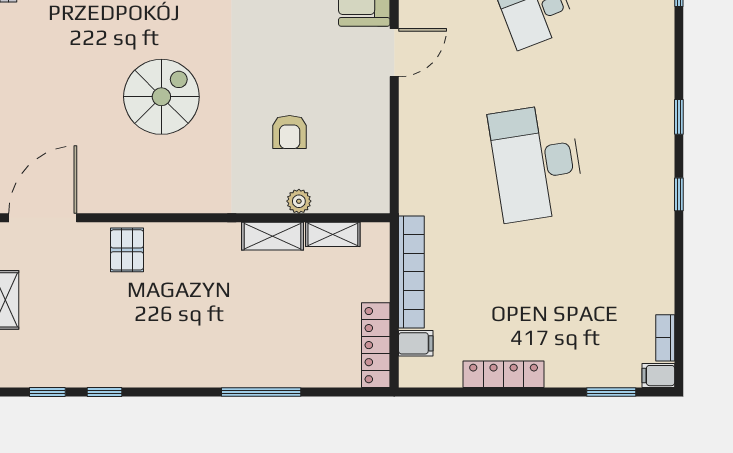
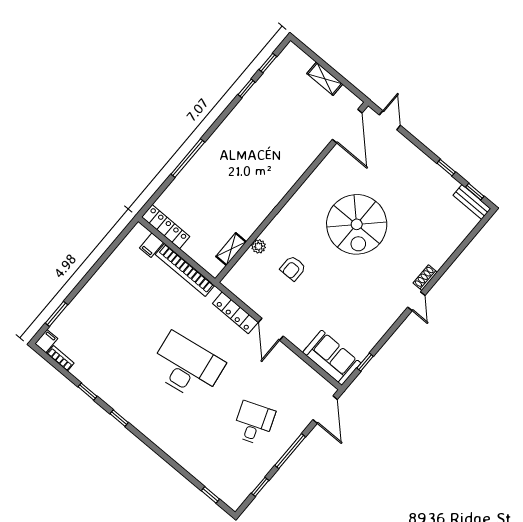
door: (394, 53) -> (271, 329), moved
spiral stairs: (161, 97) -> (357, 224), width x1.37, depth x1.37
window: (679, 117) -> (88, 392), moved
armchair: (290, 132) -> (293, 268), turned -90
shelving: (272, 236) -> (253, 222), removed
pallet: (127, 250) -> (301, 152), removed
locker: (504, 374) -> (235, 313), moved, turned 90

